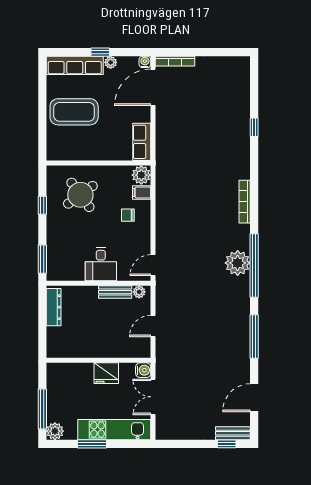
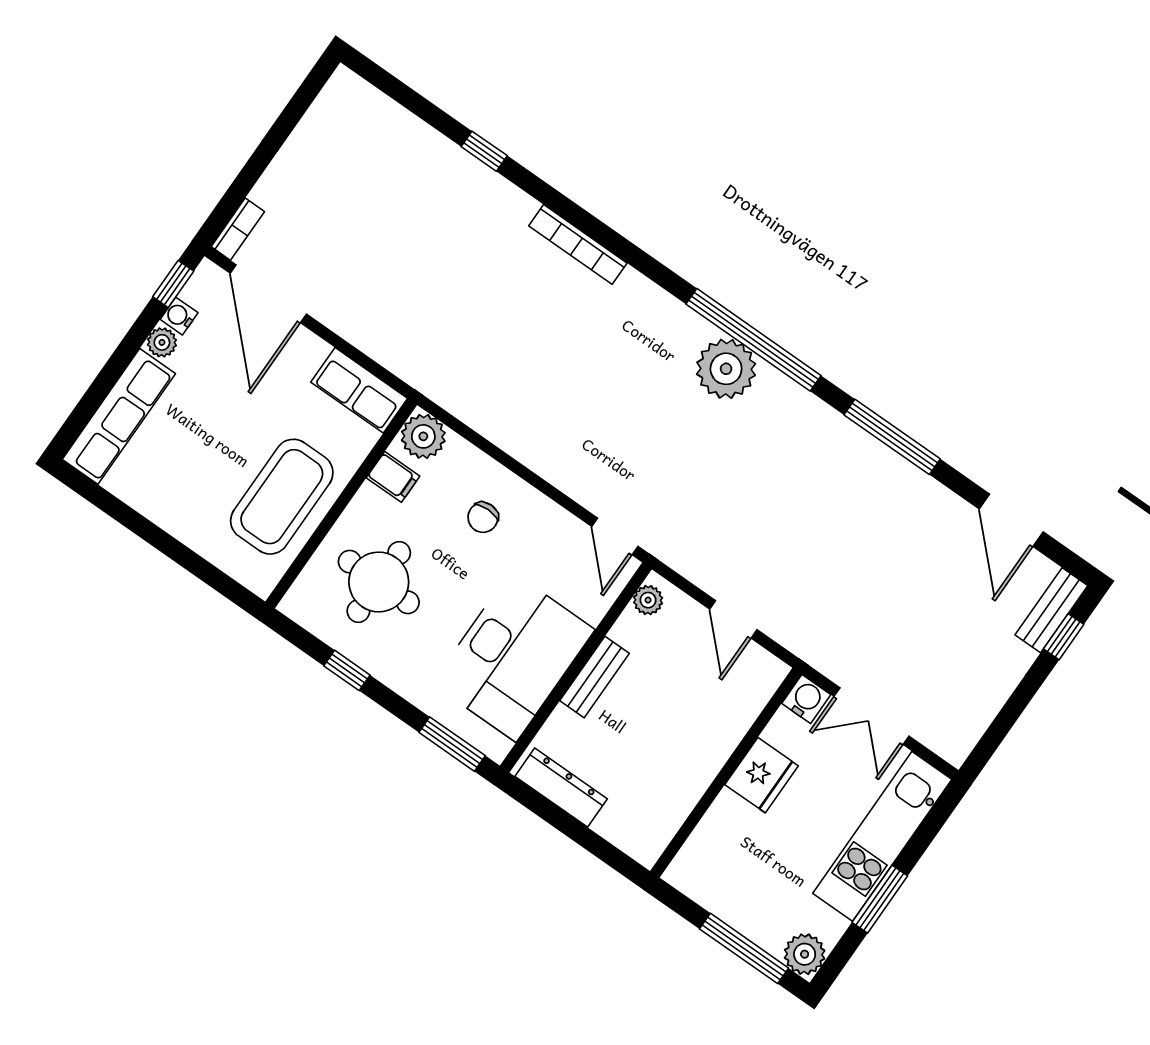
window: (100, 52) -> (173, 284), moved
bookcase: (175, 61) -> (238, 229), width x0.64
water cooler: (145, 62) -> (179, 316), moved
coffee table: (74, 112) -> (282, 497), moved
filing cabinet: (142, 192) -> (393, 477), moved, turned -90
round table: (80, 195) -> (379, 582), turned 36
bookcase: (245, 202) -> (578, 244), moved
desk: (101, 264) -> (513, 656), width x1.87, depth x1.30
bench: (115, 292) -> (594, 677), moved

